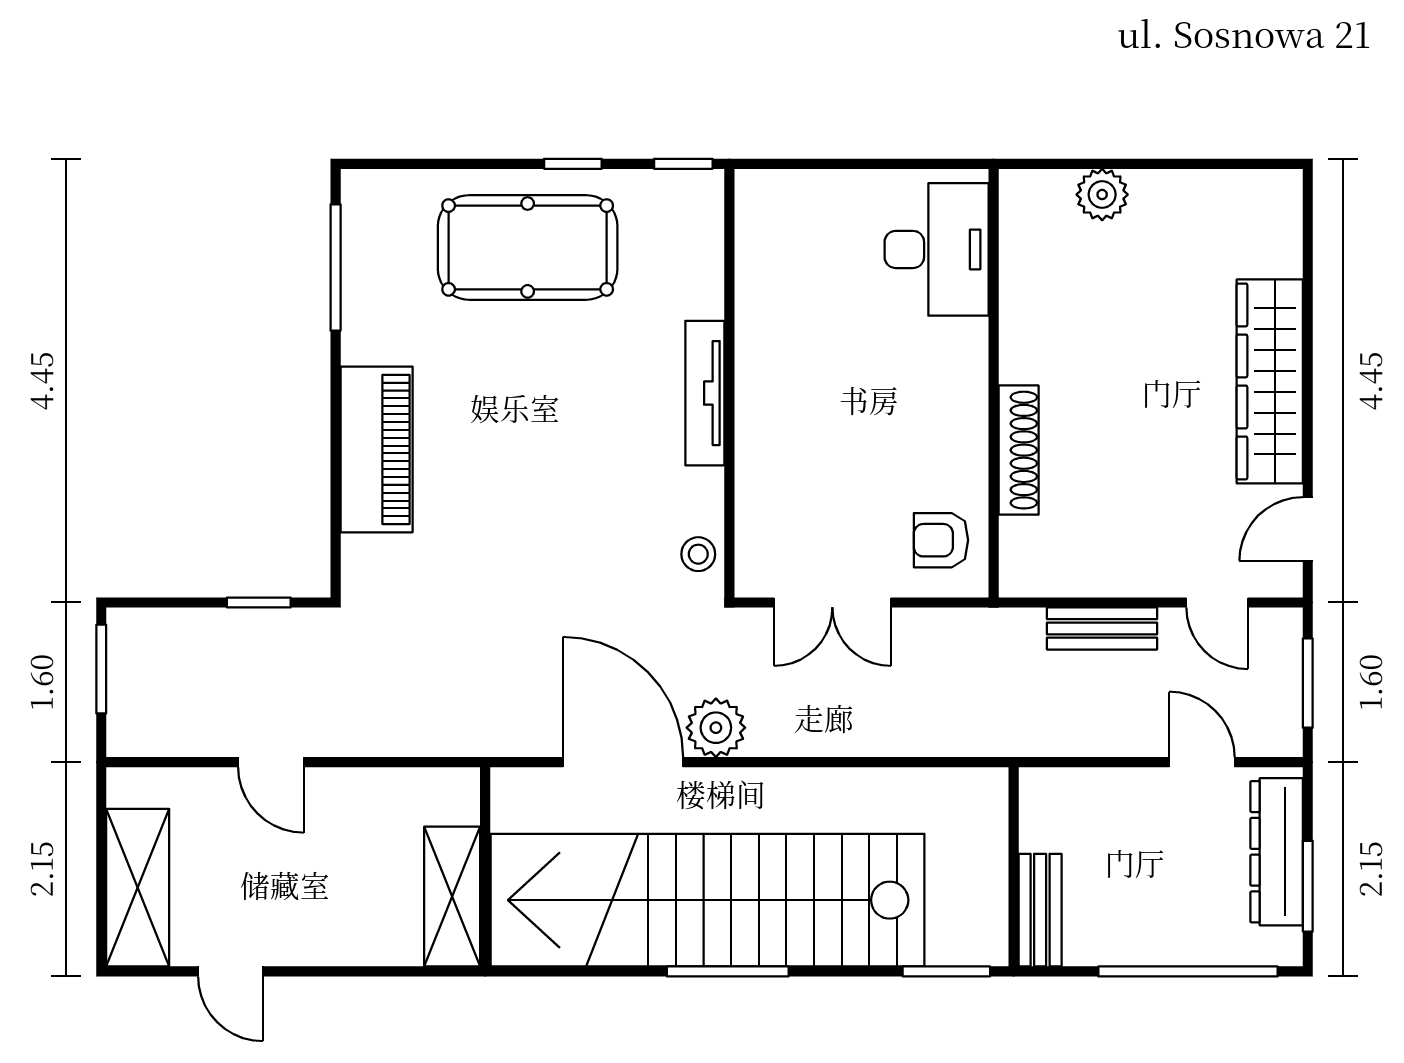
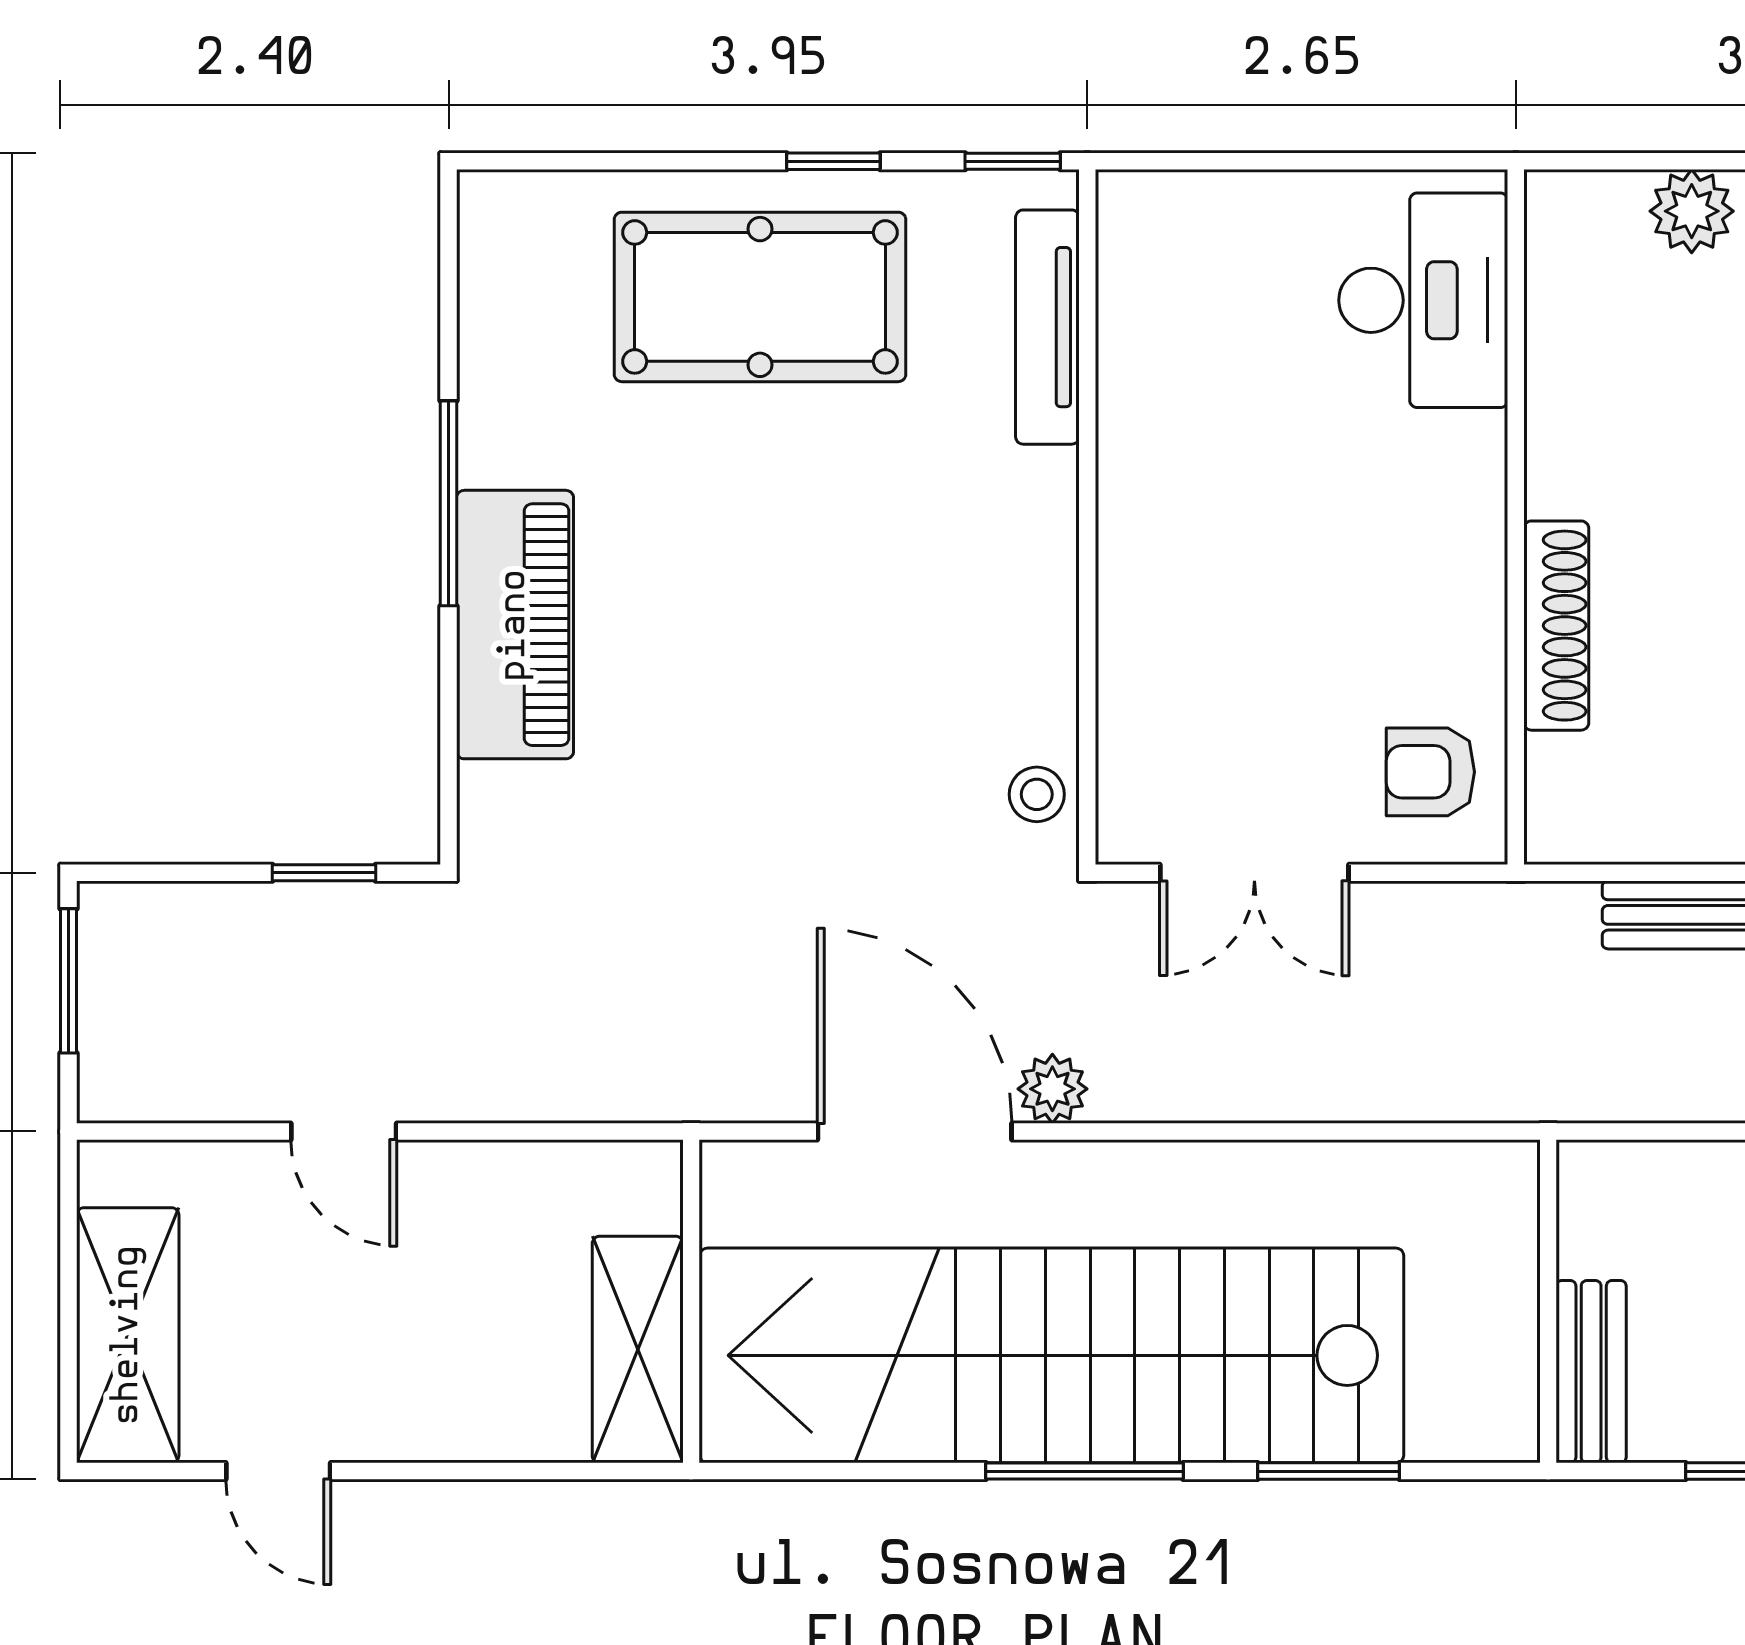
window: (336, 267) -> (449, 503), moved
tv unit: (705, 393) -> (1047, 327), moved
plant: (716, 728) -> (1052, 1089), width x0.73, depth x0.73
window: (946, 971) -> (1328, 1471), moved

